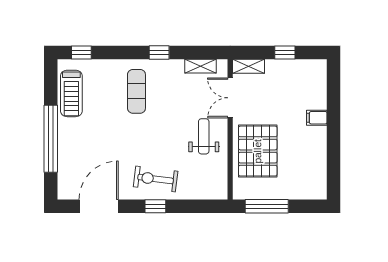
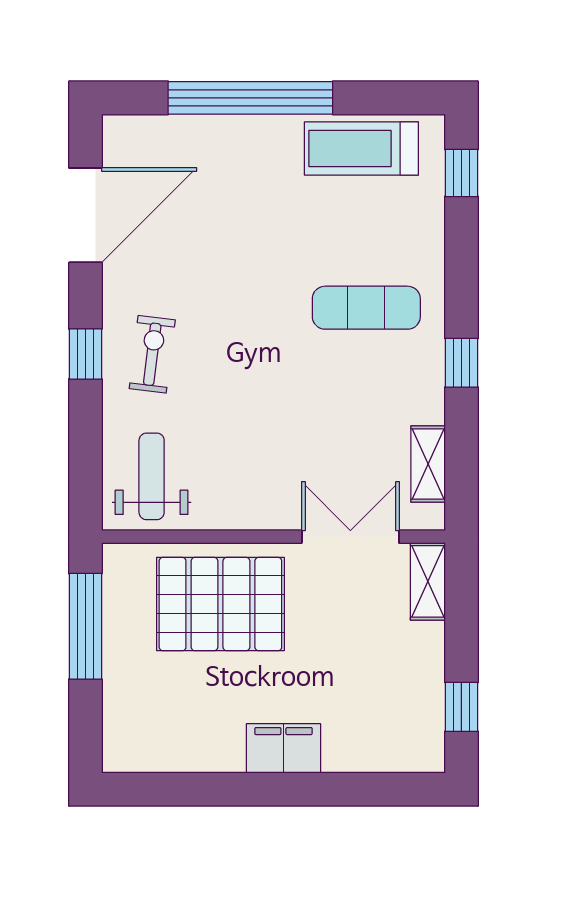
window: (285, 52) -> (461, 707), moved
filing cabinet: (317, 118) -> (283, 748), width x2.00
weight bench: (204, 136) -> (152, 476), moved, turned -90
exercise bike: (156, 179) -> (152, 354), width x0.73, depth x0.72
door: (99, 206) -> (85, 215), hinge flipped

